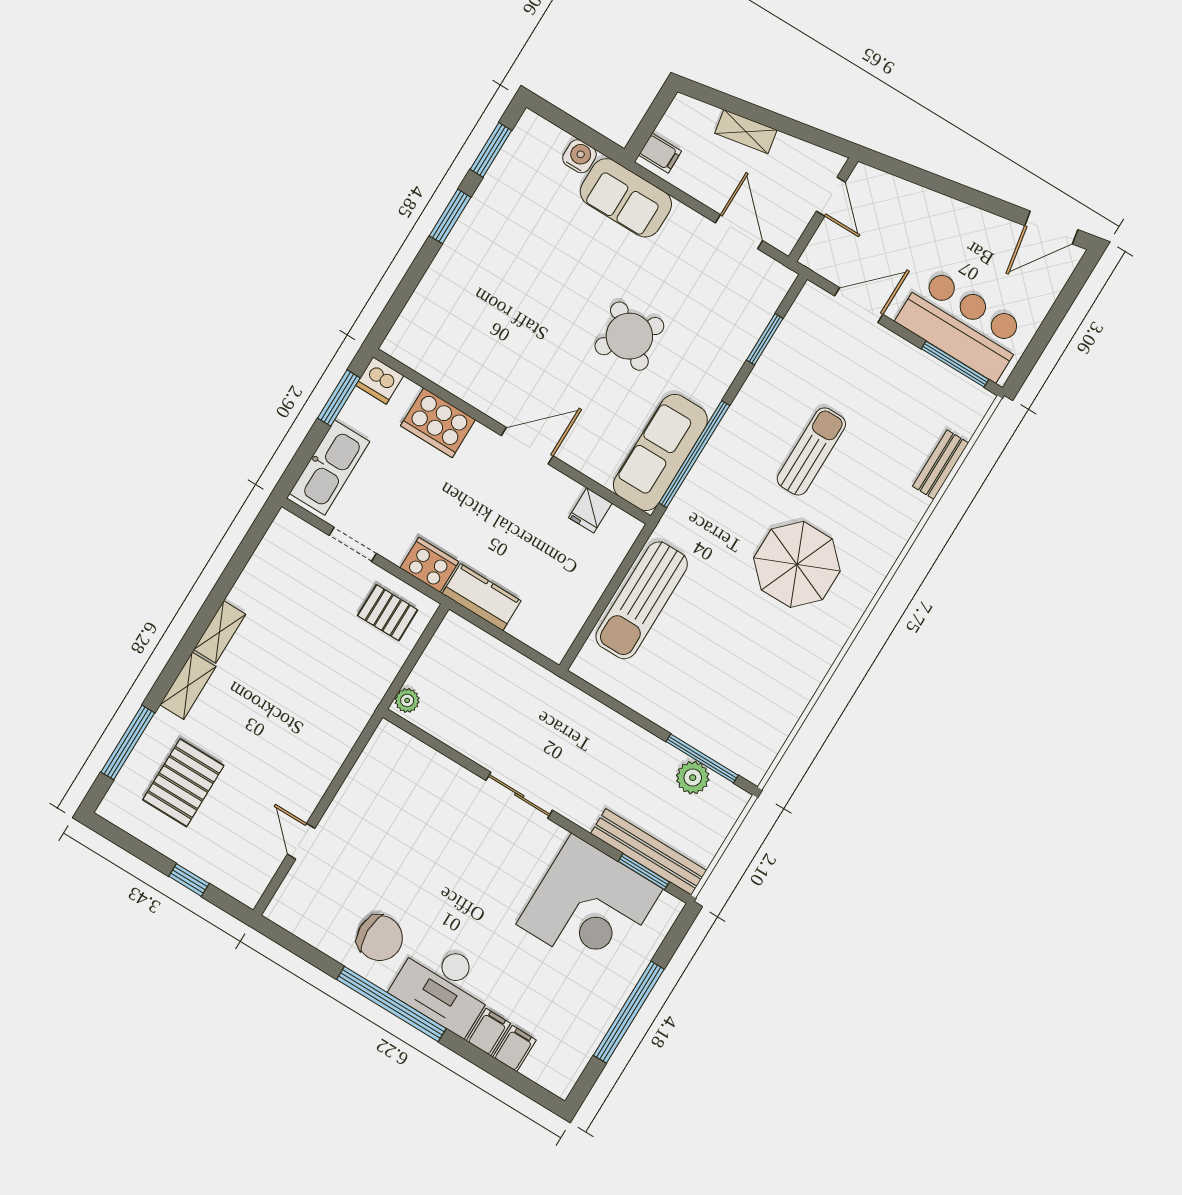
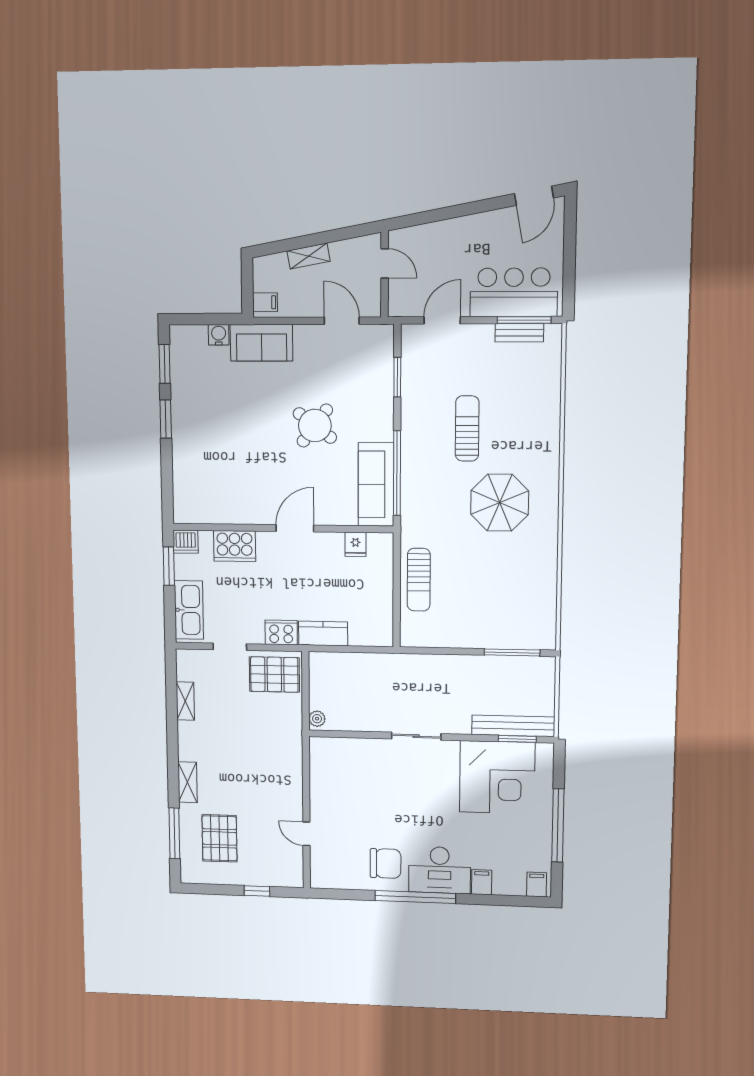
bench: (941, 465) -> (519, 333), moved, turned 90
sun lounger: (642, 600) -> (419, 580), width x0.73, depth x0.75
pallet: (388, 613) -> (274, 675), width x1.50, depth x1.42
shelving: (220, 632) -> (185, 701), moved
plant: (693, 778) -> (513, 667), removed
filing cabinet: (514, 1049) -> (537, 884), moved

